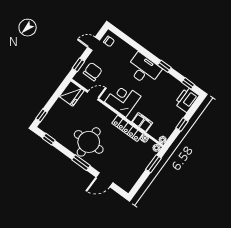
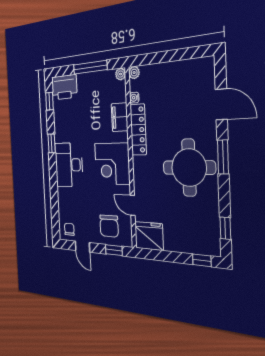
chair: (93, 72) -> (109, 226), turned -90
window: (182, 125) -> (90, 67), width x2.17
window: (154, 164) -> (154, 58), removed

